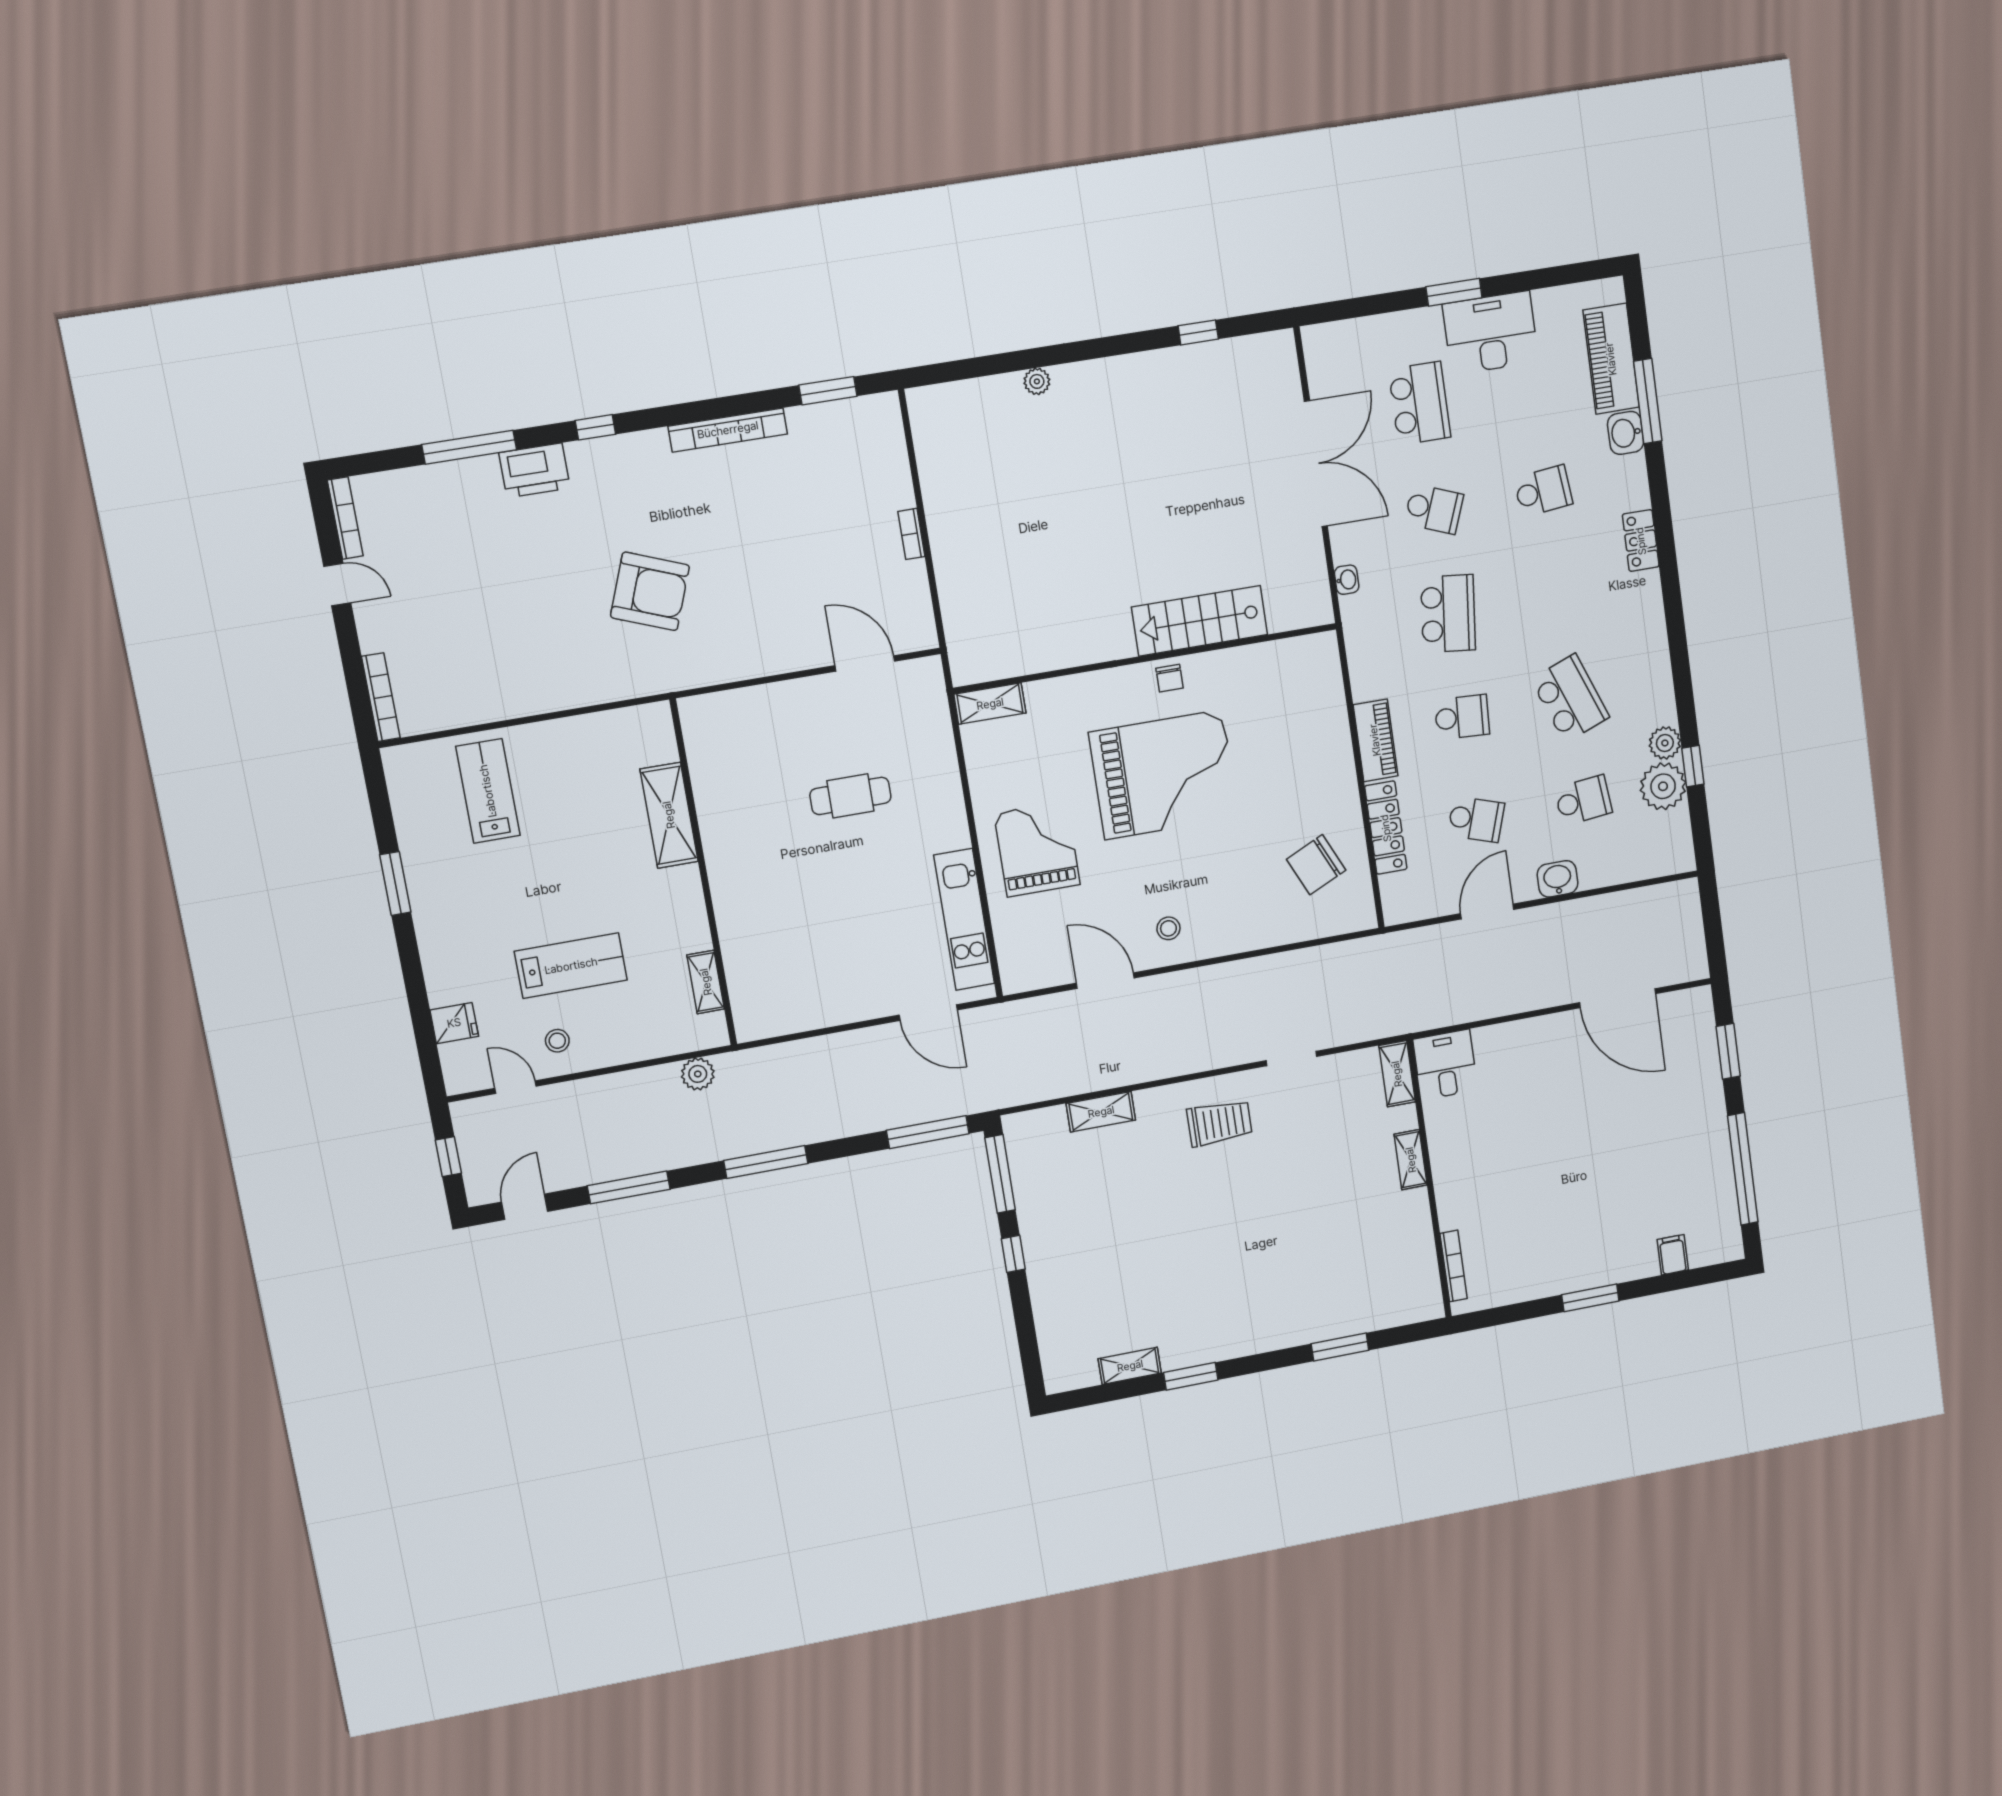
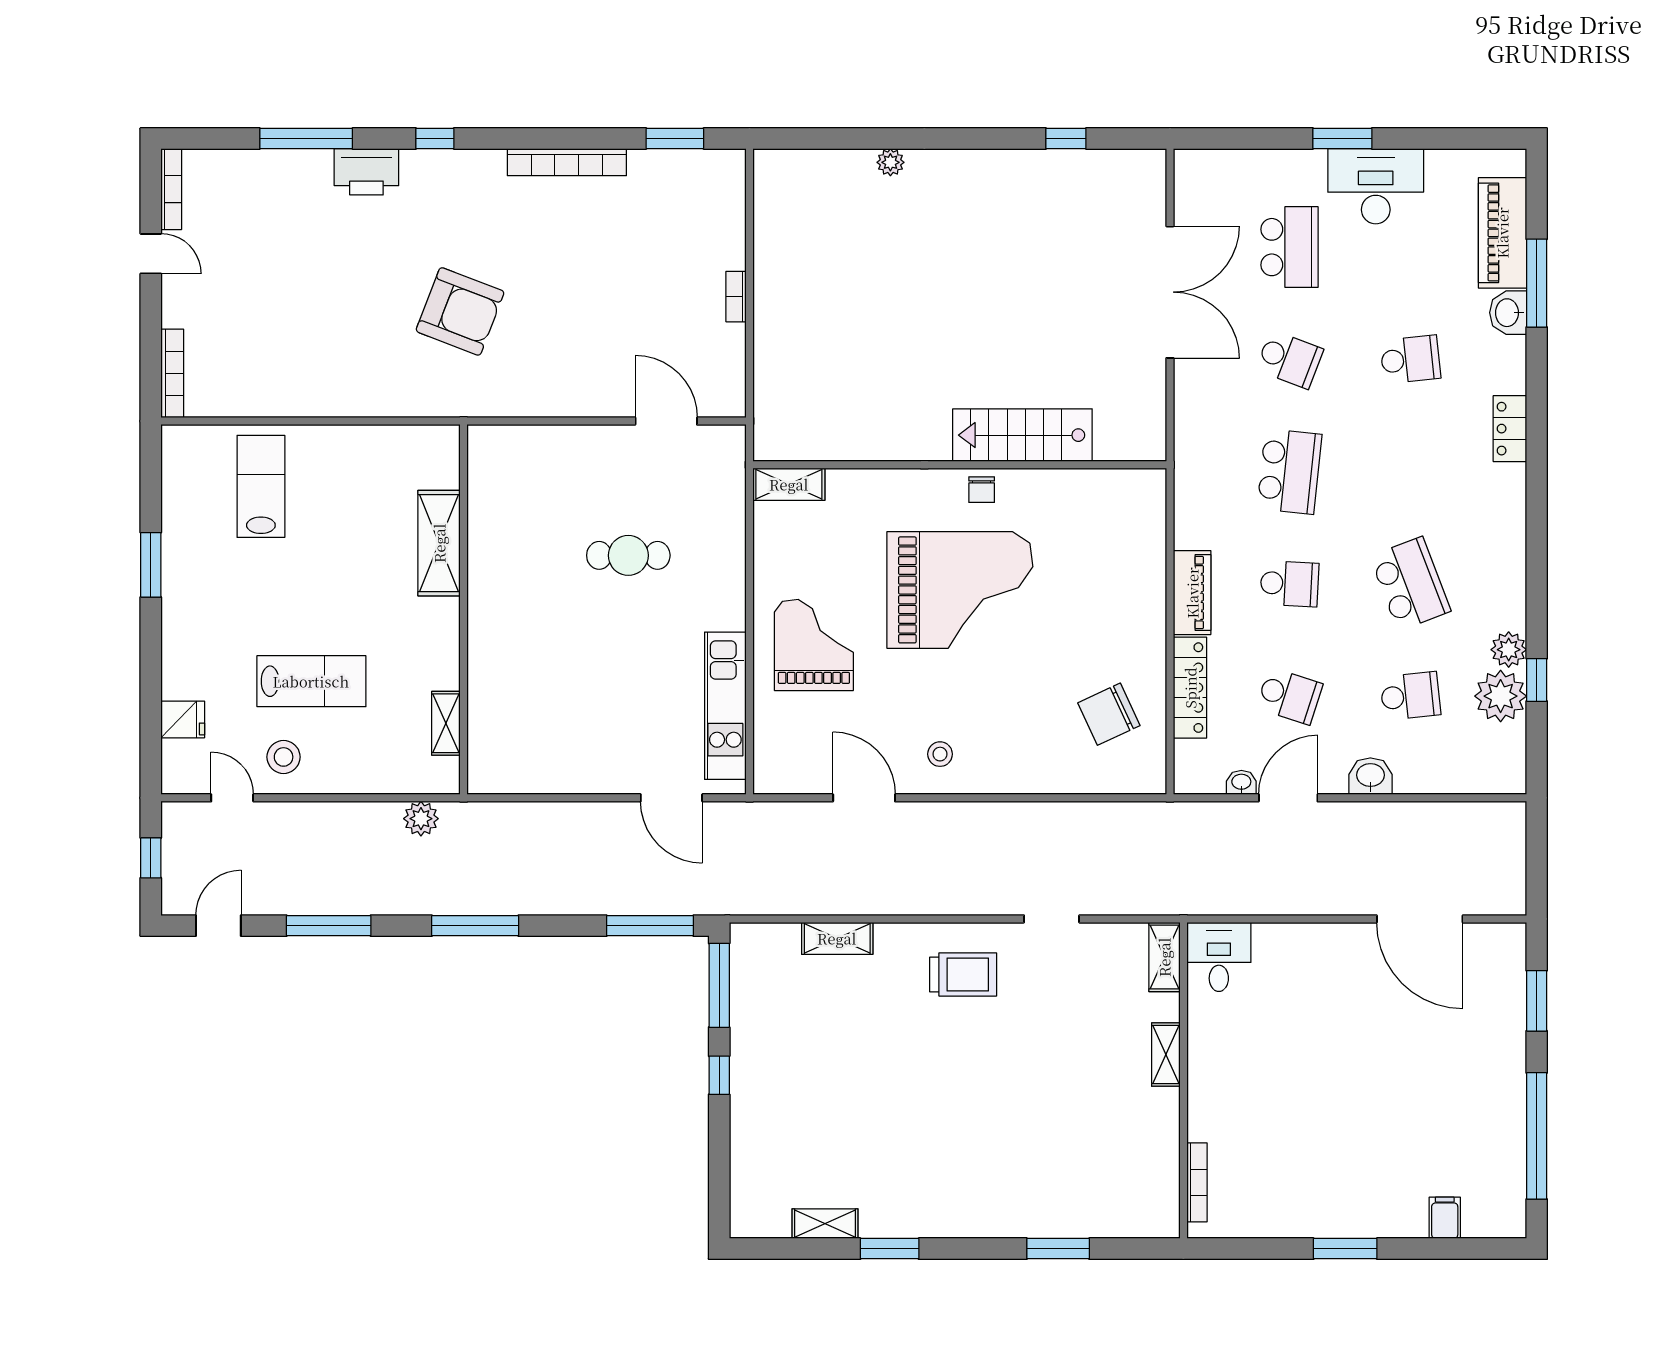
washbasin: (1347, 580) -> (1241, 782), moved, turned -90
stool: (557, 1041) -> (284, 757), width x1.37, depth x1.37

